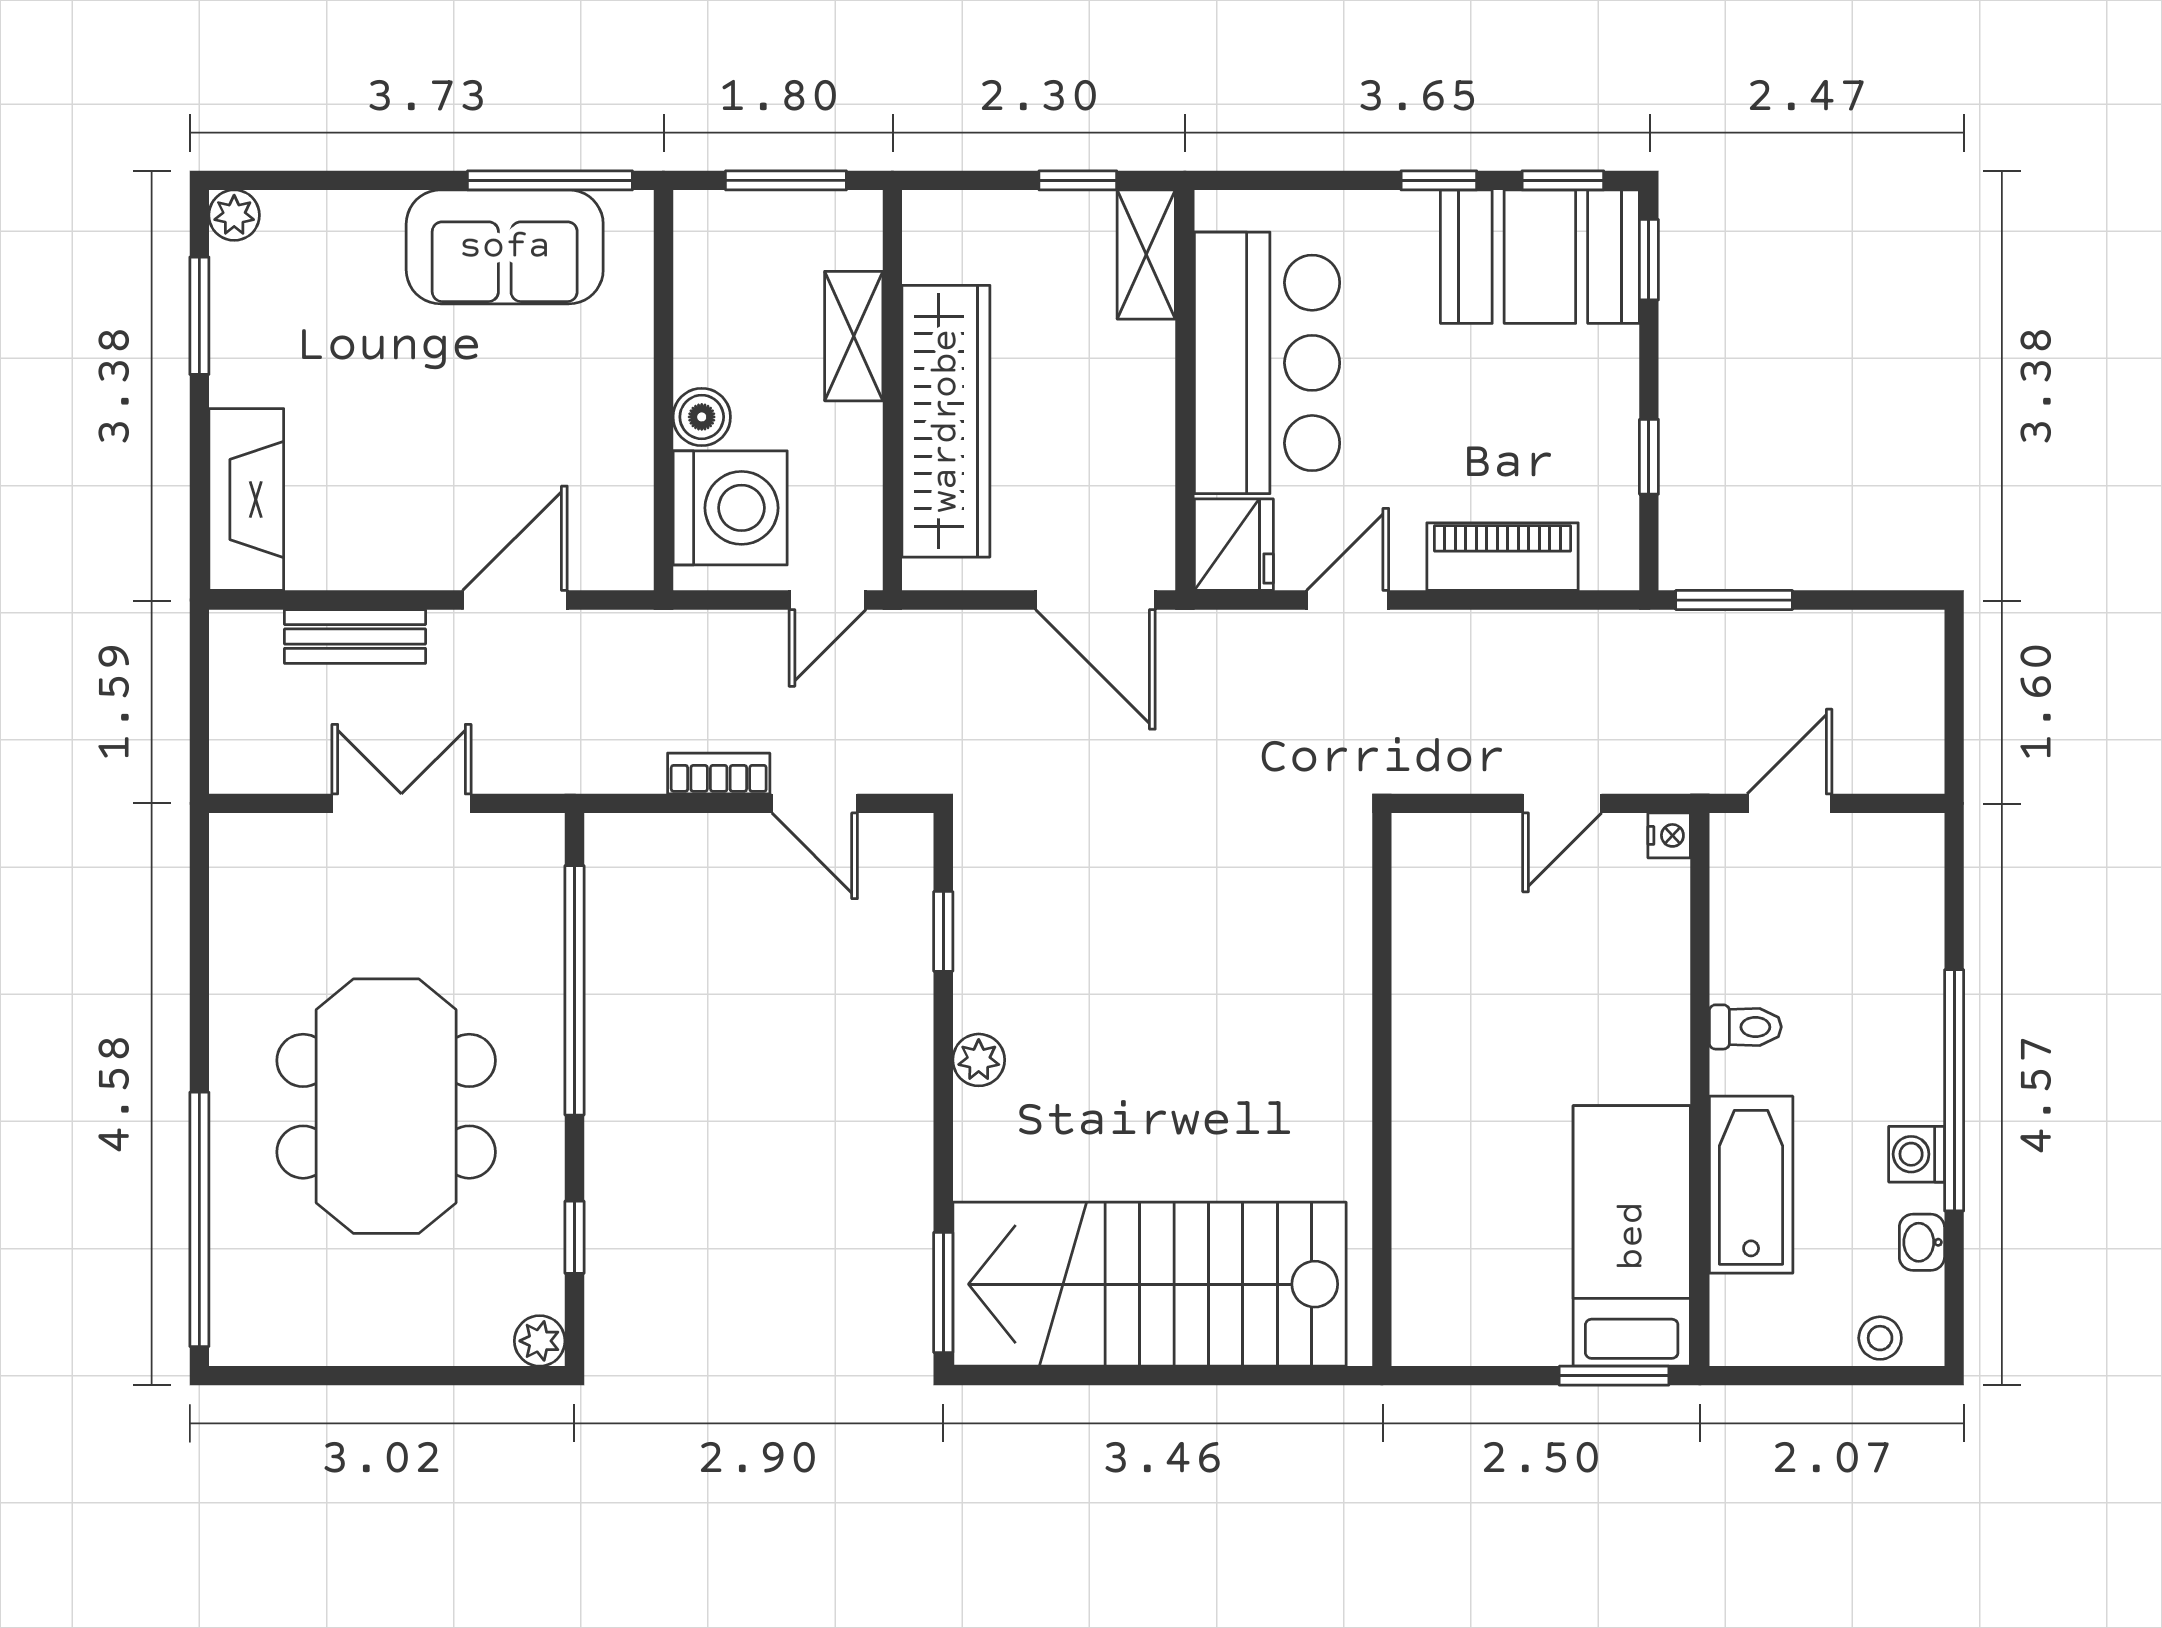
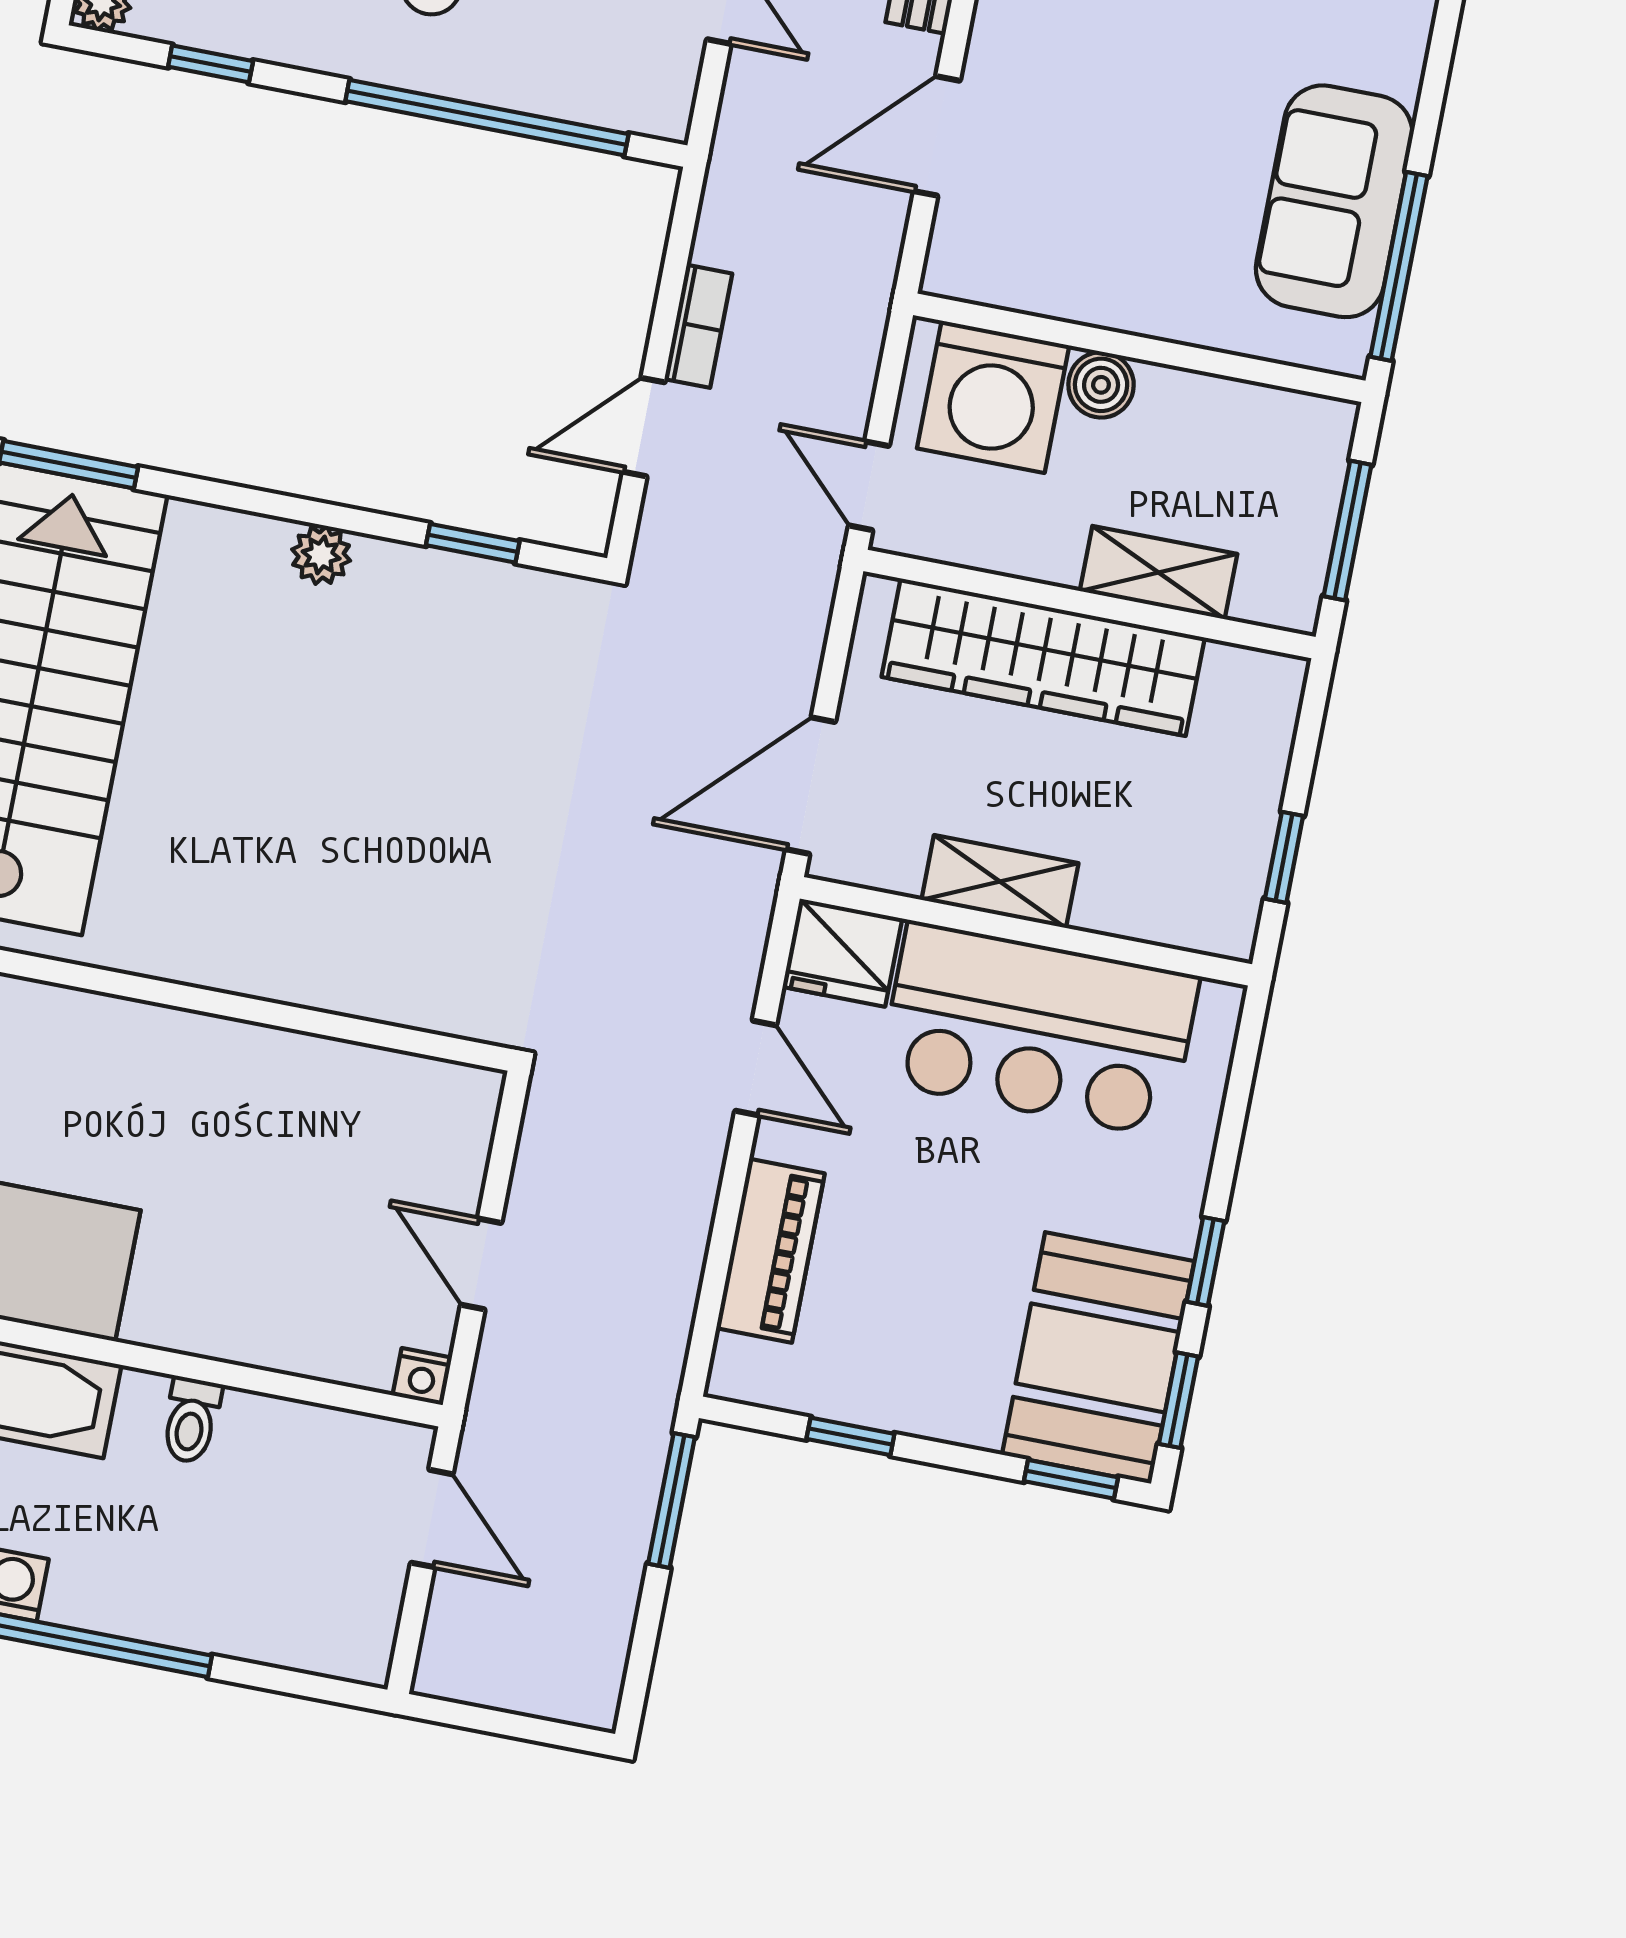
shelving: (1146, 255) -> (1000, 882), moved
door: (515, 600) -> (937, 136), swing flipped

